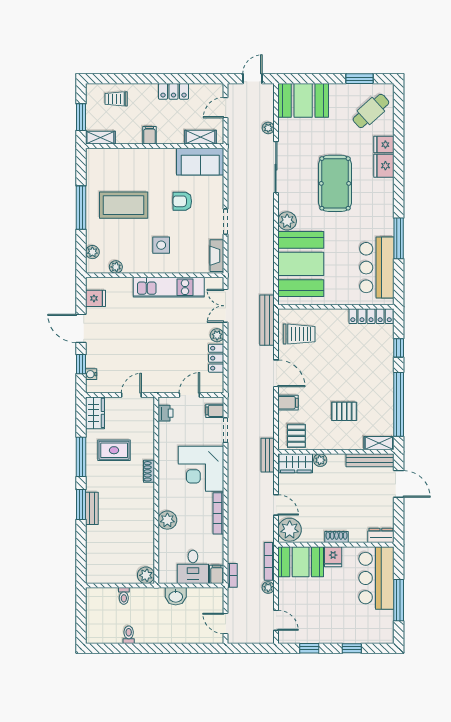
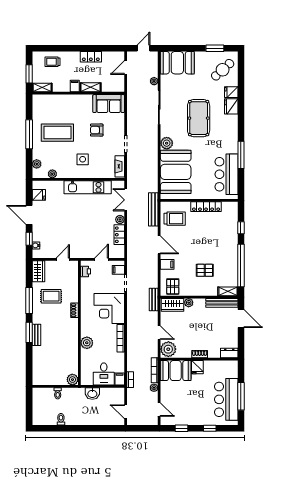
shelving: (201, 137) -> (91, 87), moved
locker: (371, 316) -> (206, 207), moved
bar counter: (376, 578) -> (226, 399), moved

